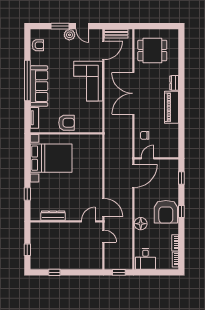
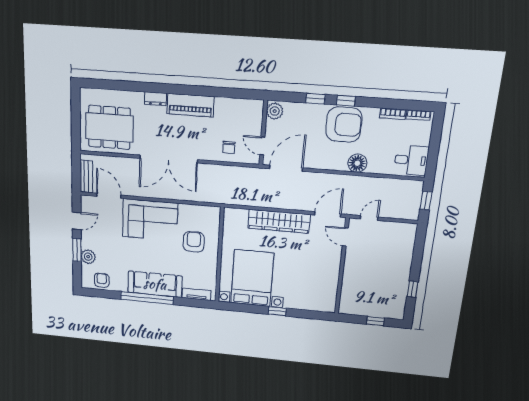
plant: (69, 35) -> (88, 257), moved
dining table: (152, 50) -> (109, 127), width x1.38
armchair: (66, 123) -> (194, 242), moved
plant: (171, 165) -> (275, 111), added
wardrobe: (95, 174) -> (279, 221), added
door: (133, 176) -> (286, 168), hinge flipped
window: (181, 178) -> (316, 99), moved
window: (27, 194) -> (277, 311), moved
dresser: (53, 216) -> (332, 283), removed

